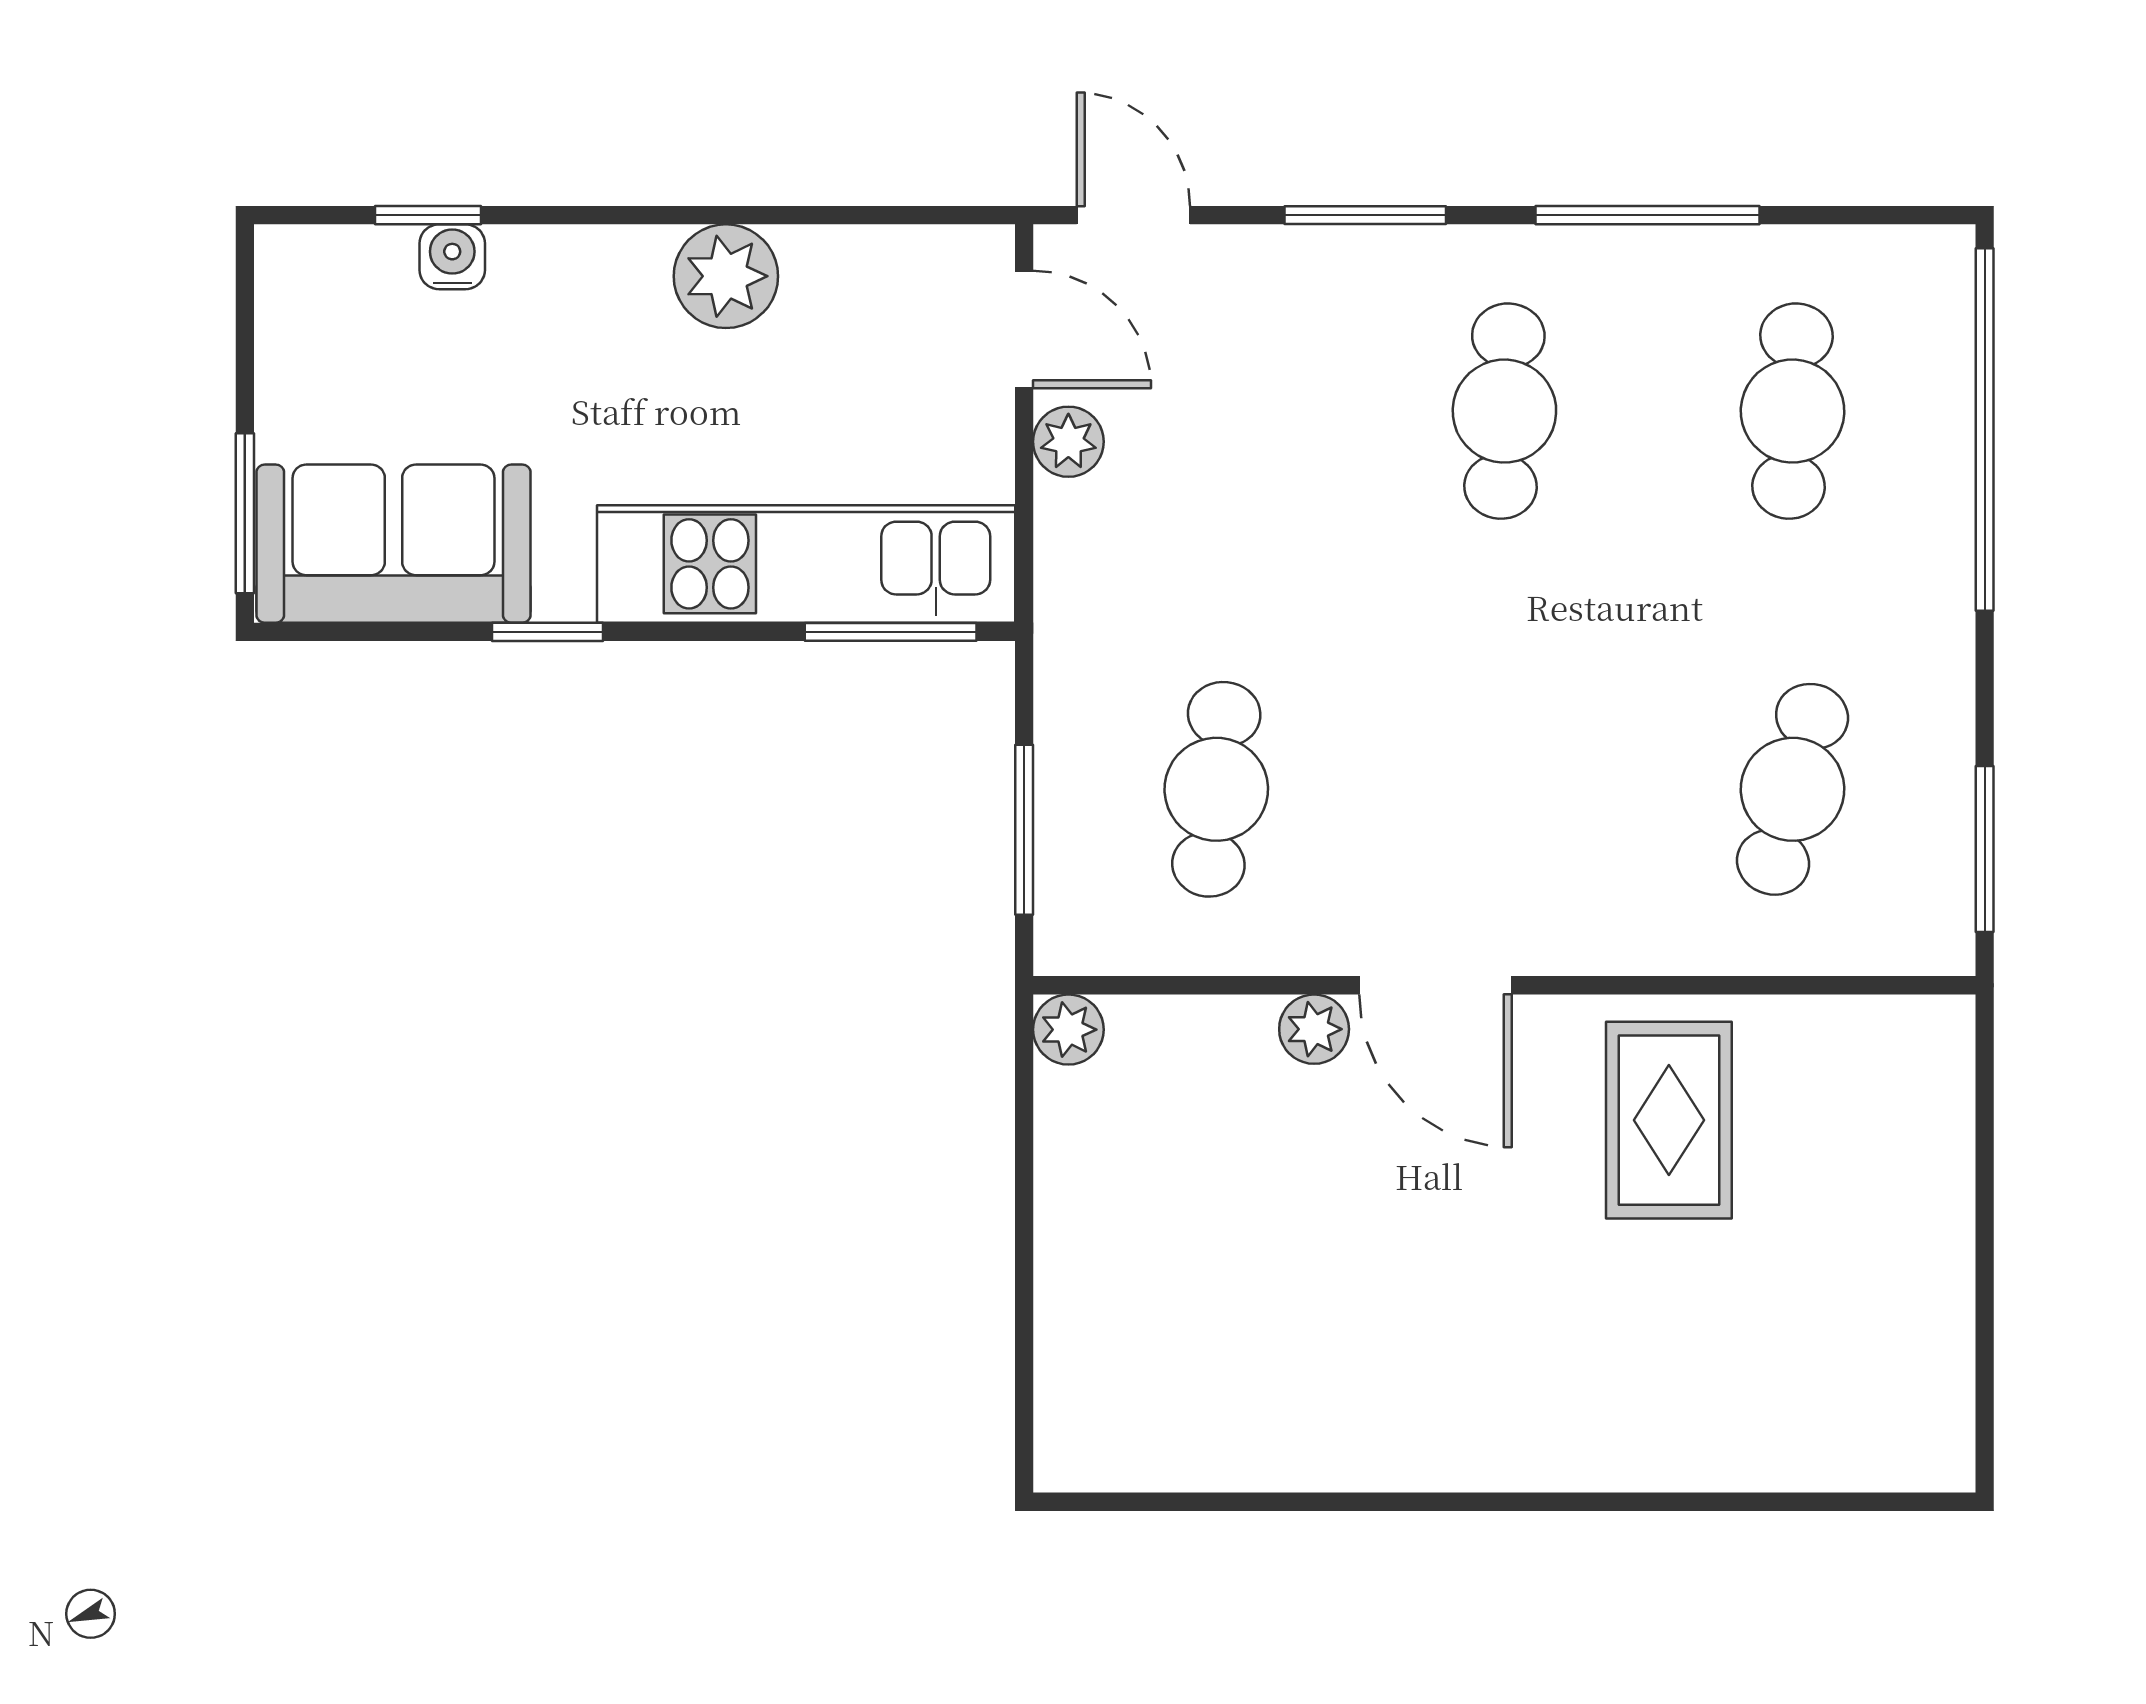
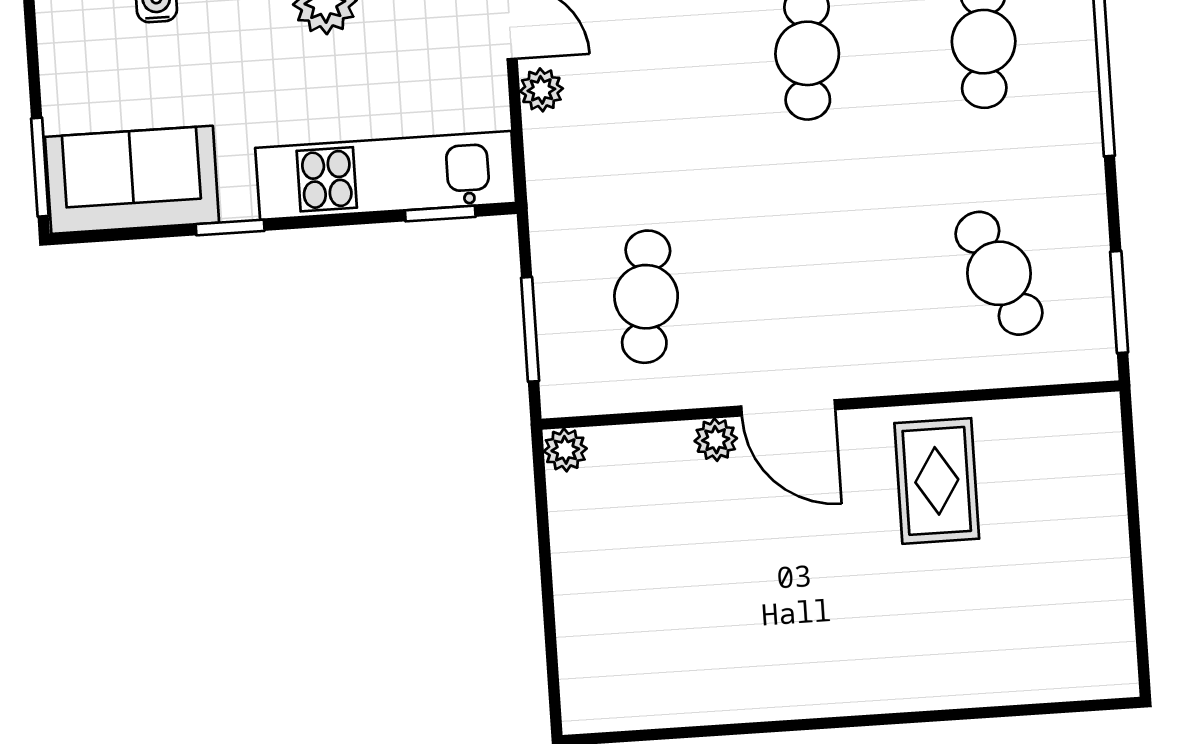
window: (891, 632) -> (440, 214), width x0.67
cafe table: (1793, 789) -> (999, 273), turned -39

